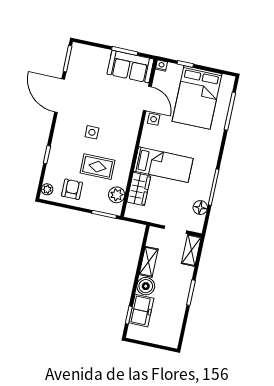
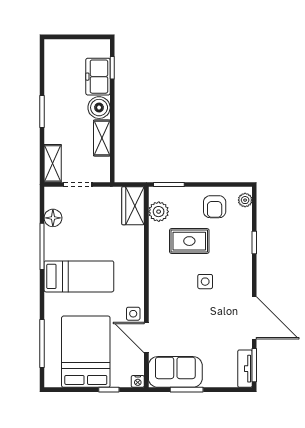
tv unit: (75, 58) -> (245, 369), added
bed: (163, 165) -> (79, 276), moved, turned 180
wardrobe: (139, 189) -> (133, 206), moved

